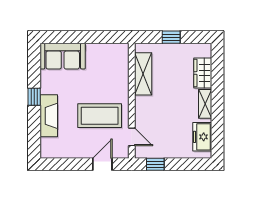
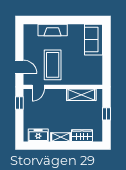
window: (34, 97) -> (66, 20), removed

